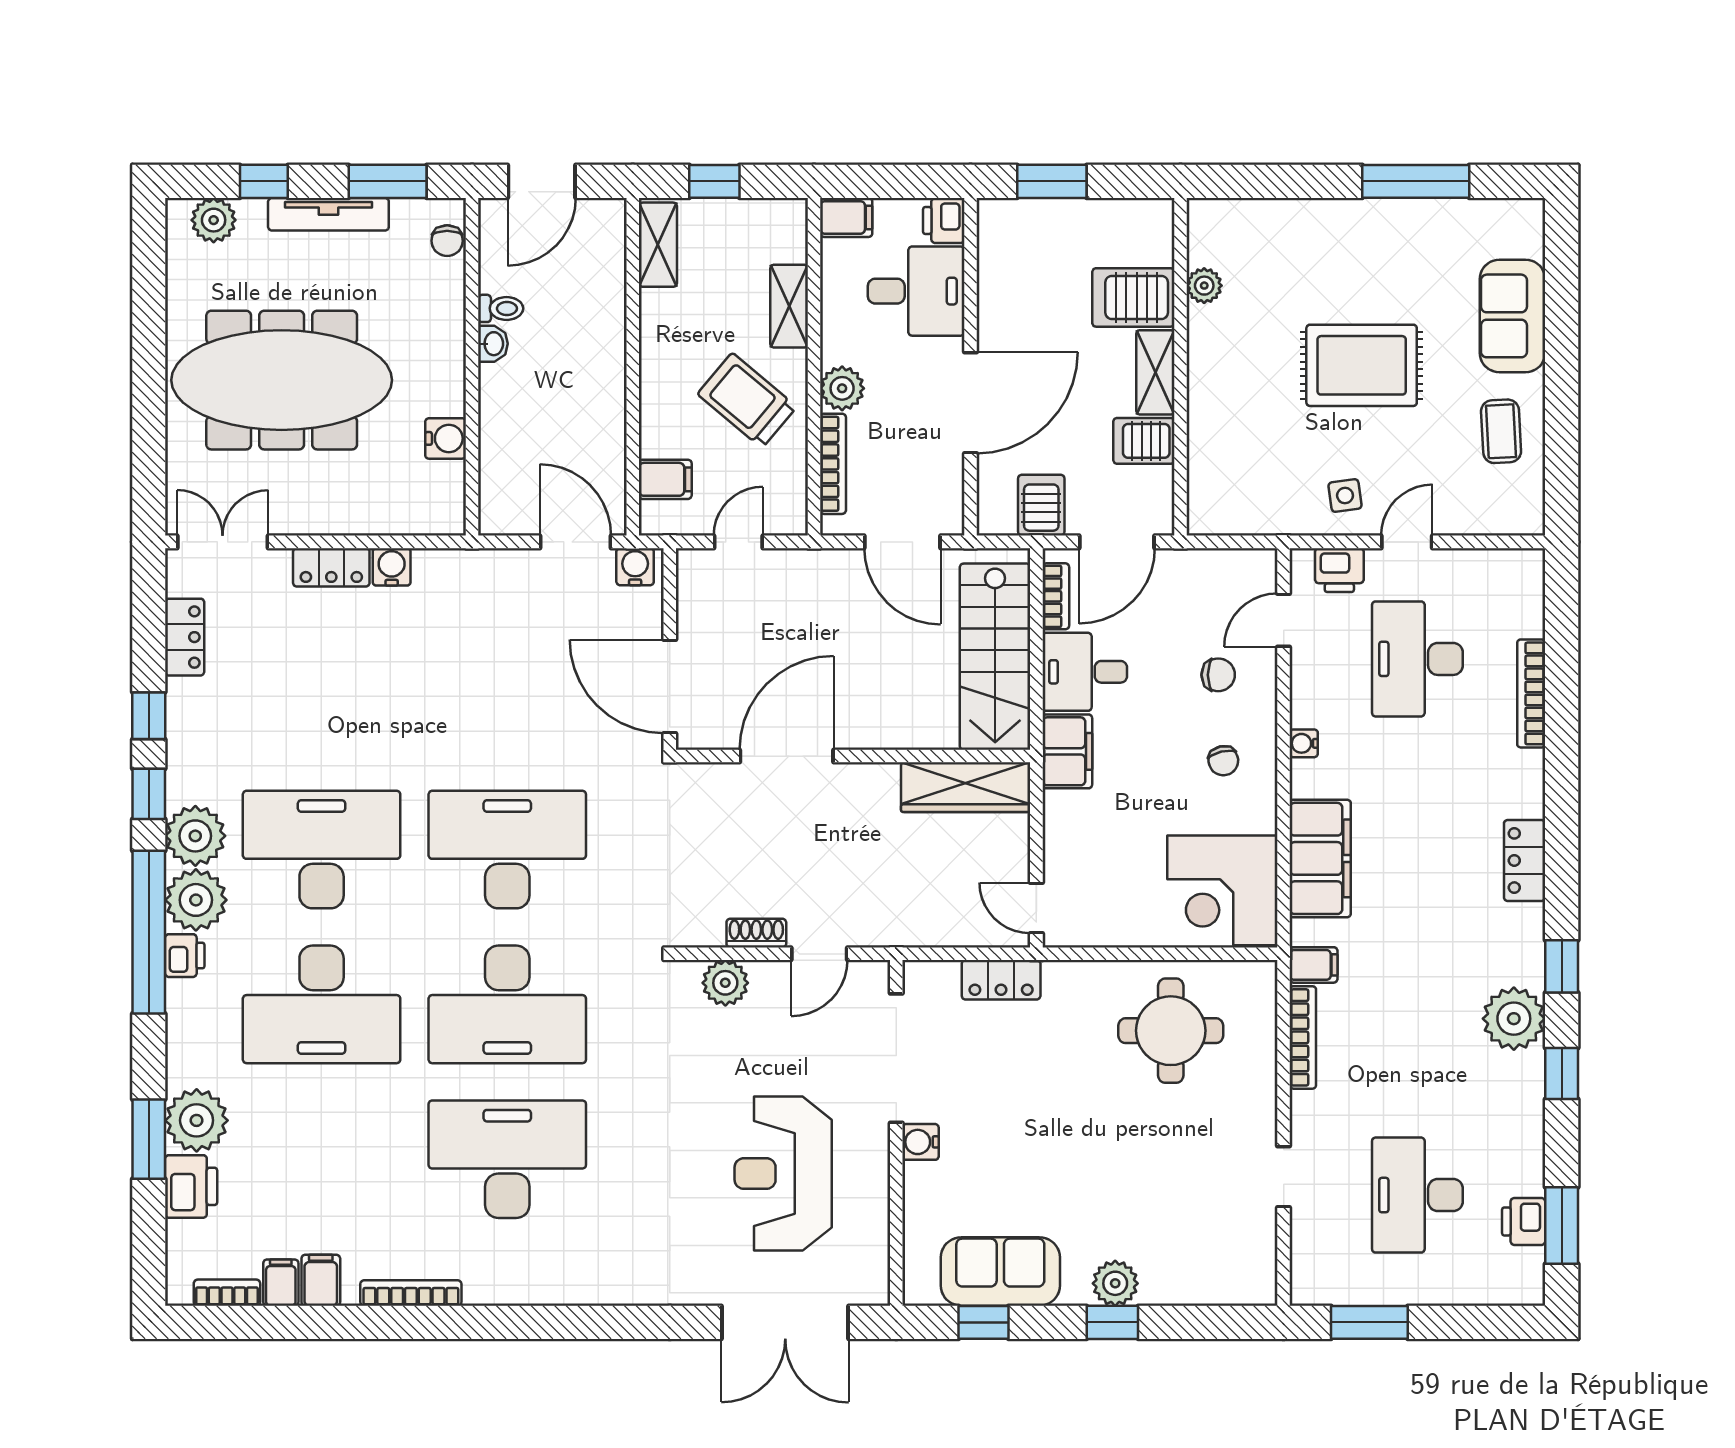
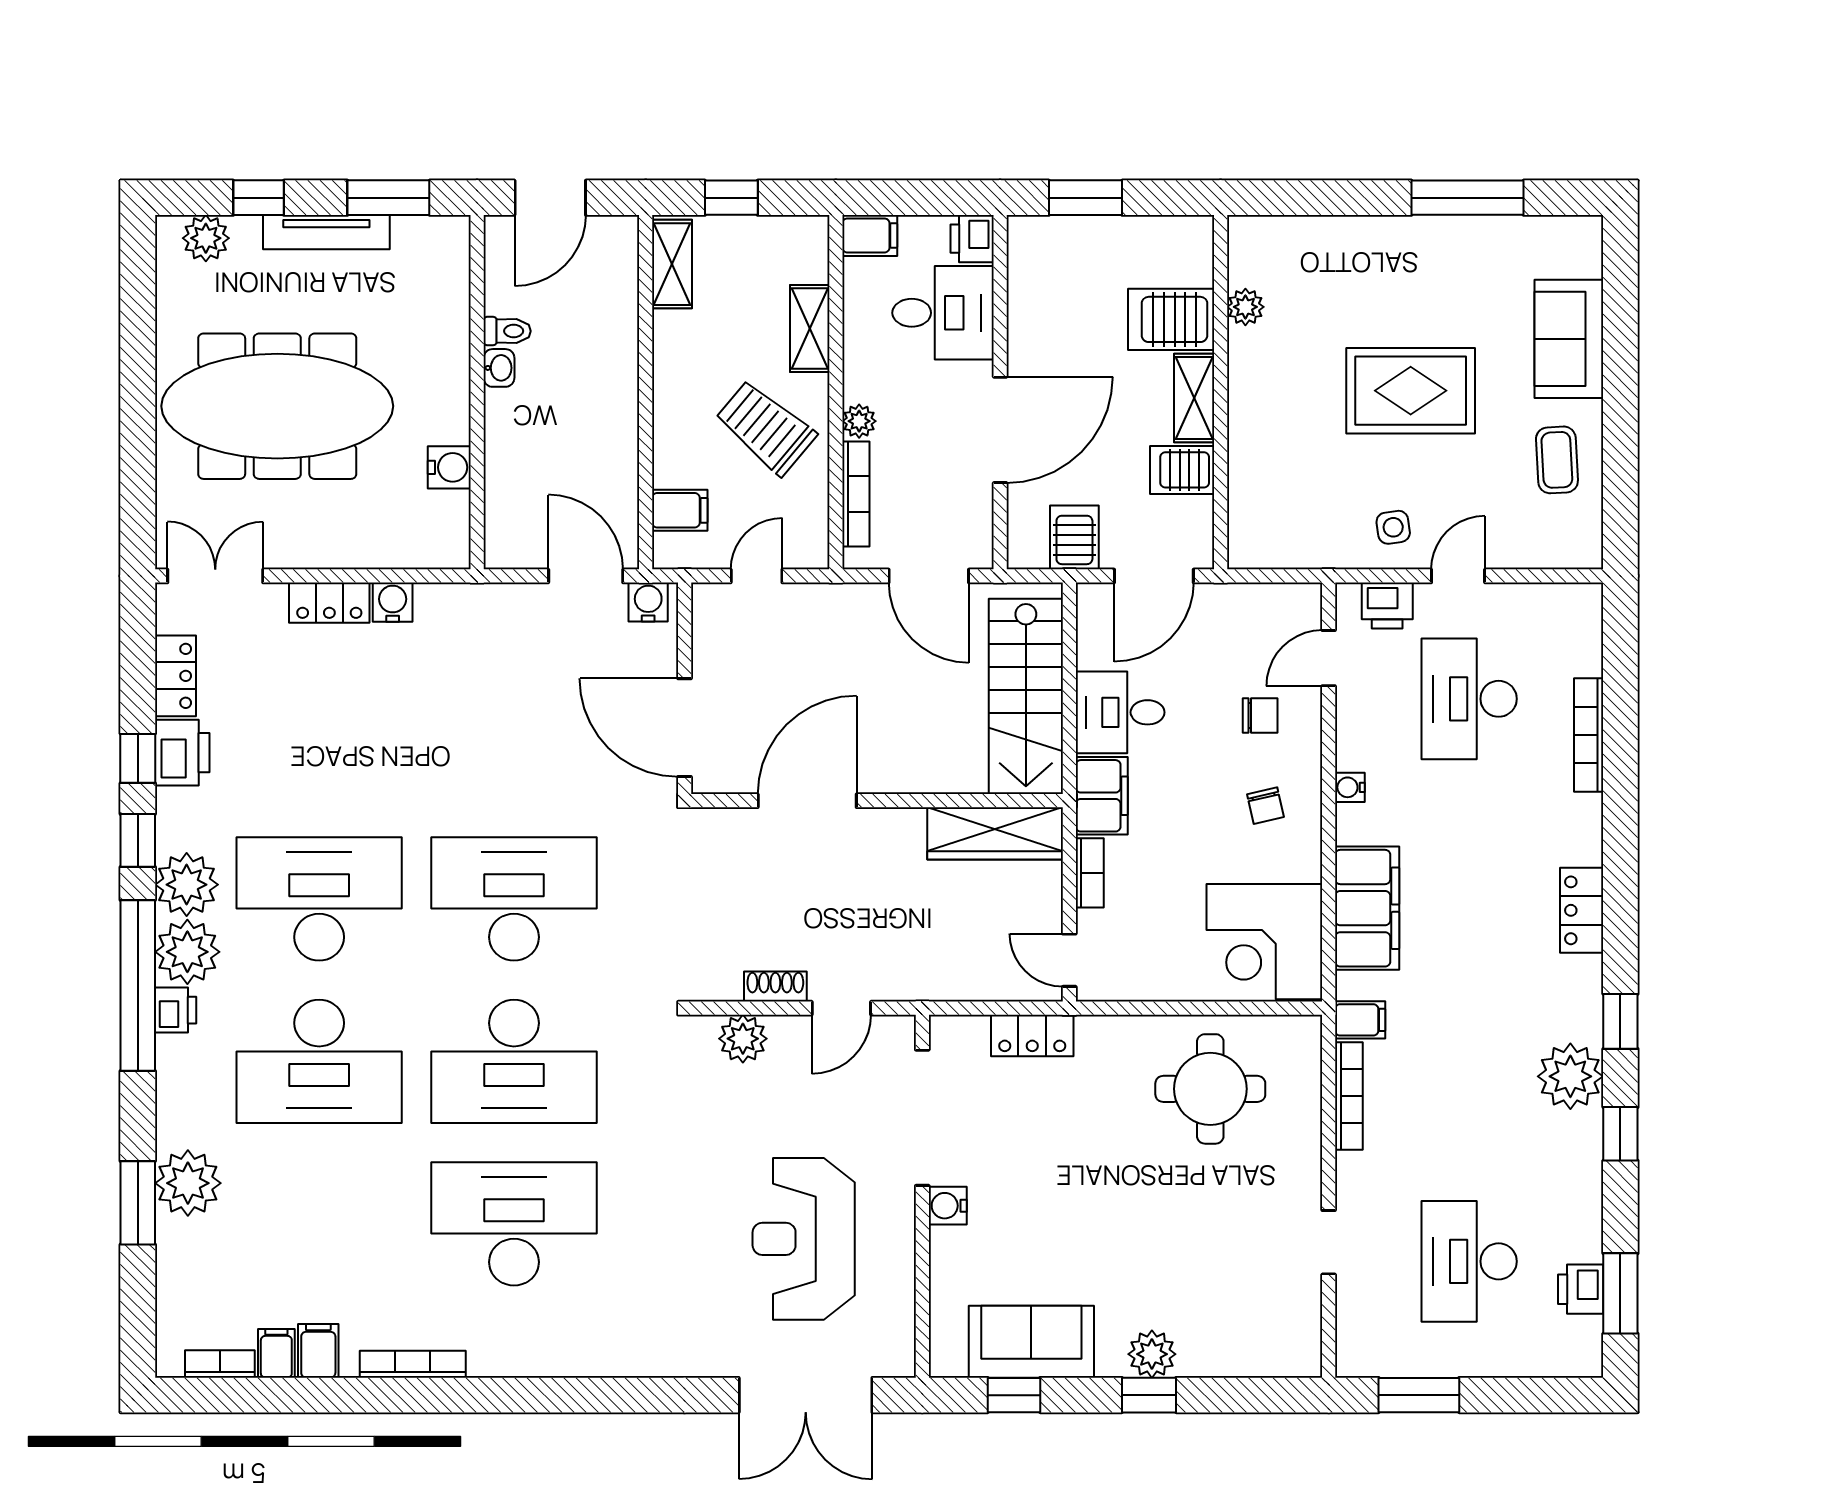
chair: (447, 241) -> (451, 260), removed
plant: (842, 388) -> (859, 421), width x0.73, depth x0.73
bookcase: (1056, 596) -> (1090, 873), moved
printer: (191, 1186) -> (182, 753), moved

